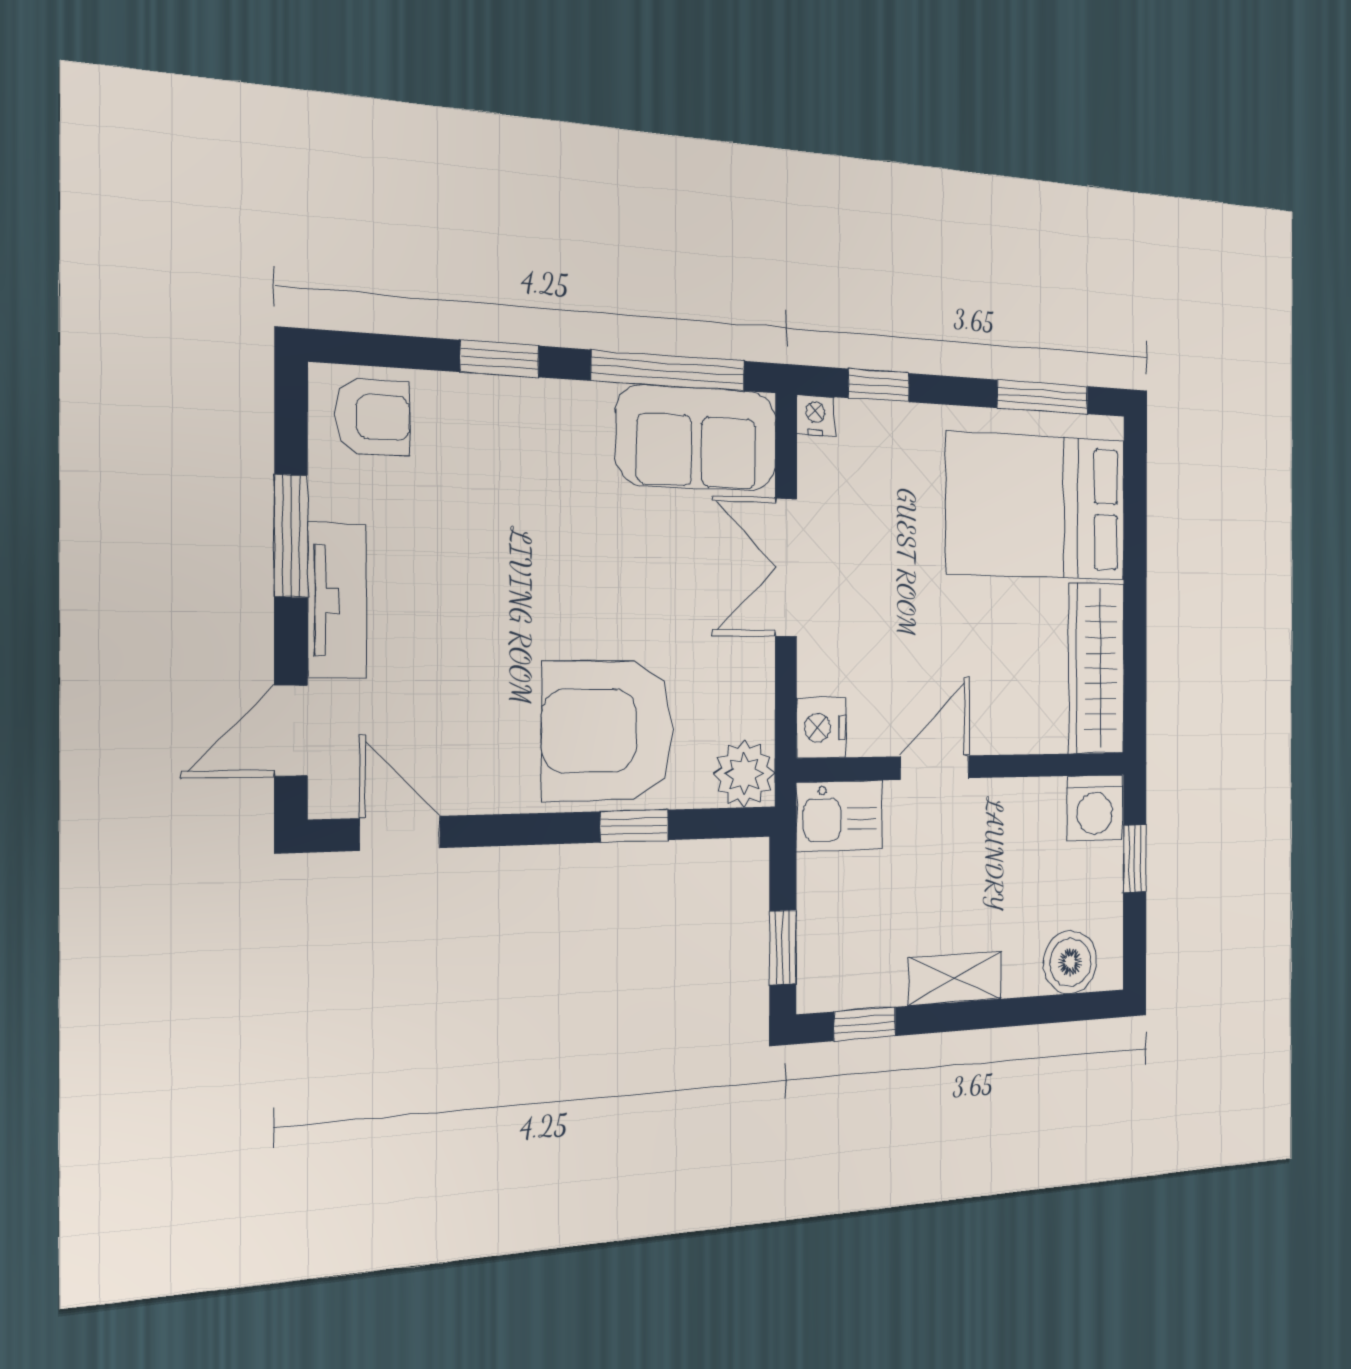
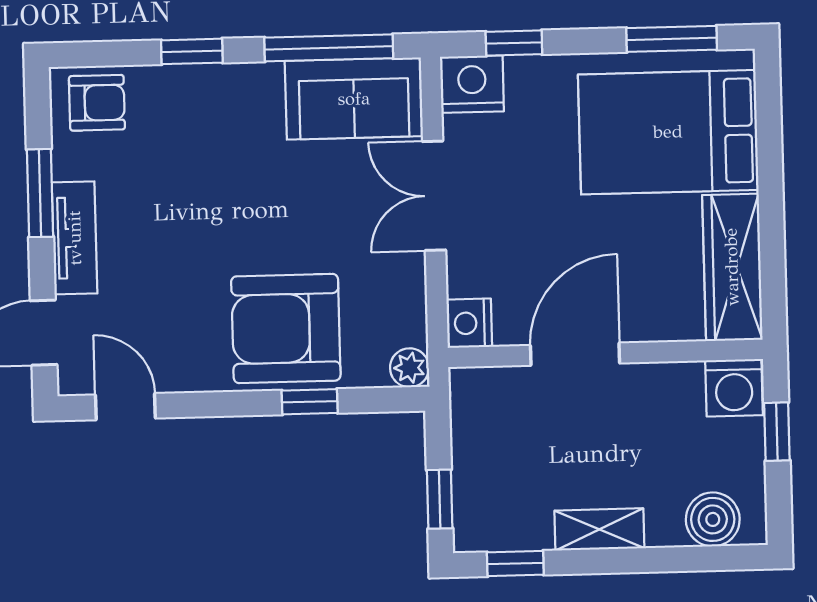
nightstand: (815, 415) -> (472, 84), width x1.89, depth x1.79
door: (935, 767) -> (575, 354), width x1.38
plant: (744, 774) -> (410, 368), width x0.73, depth x0.73
kitchen sink: (839, 816) -> (487, 394), removed

